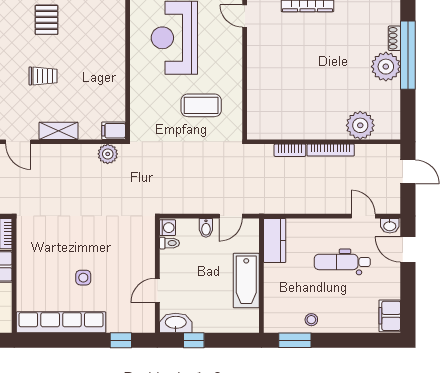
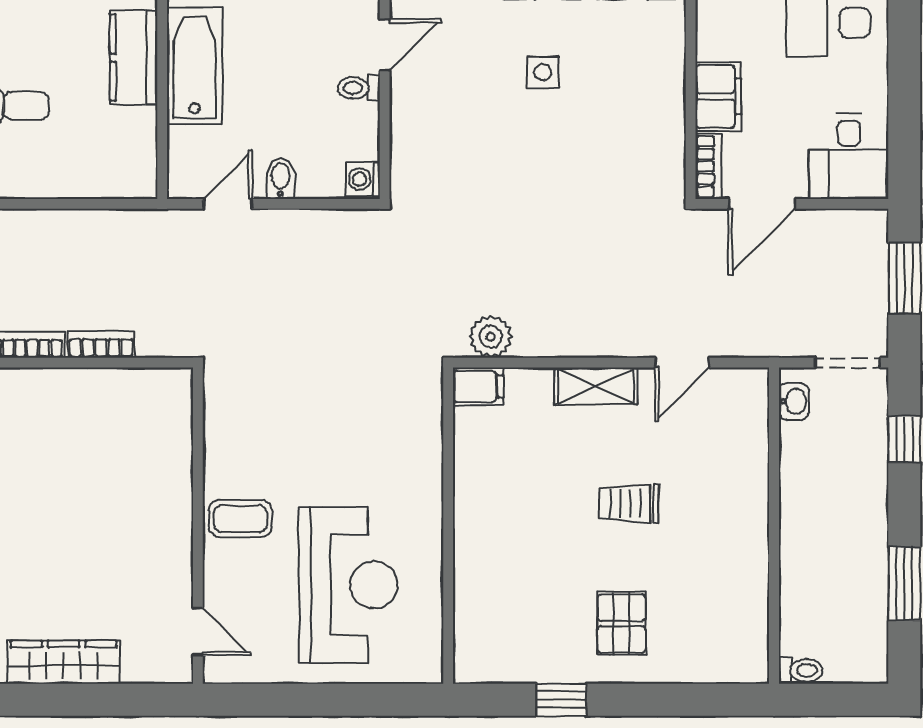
coffee table: (201, 105) -> (240, 519), moved, width x0.73, depth x0.77
door: (18, 142) -> (682, 363), swing flipped
kitchen counter: (275, 240) -> (134, 58), moved
toilet: (169, 243) -> (359, 88), moved

